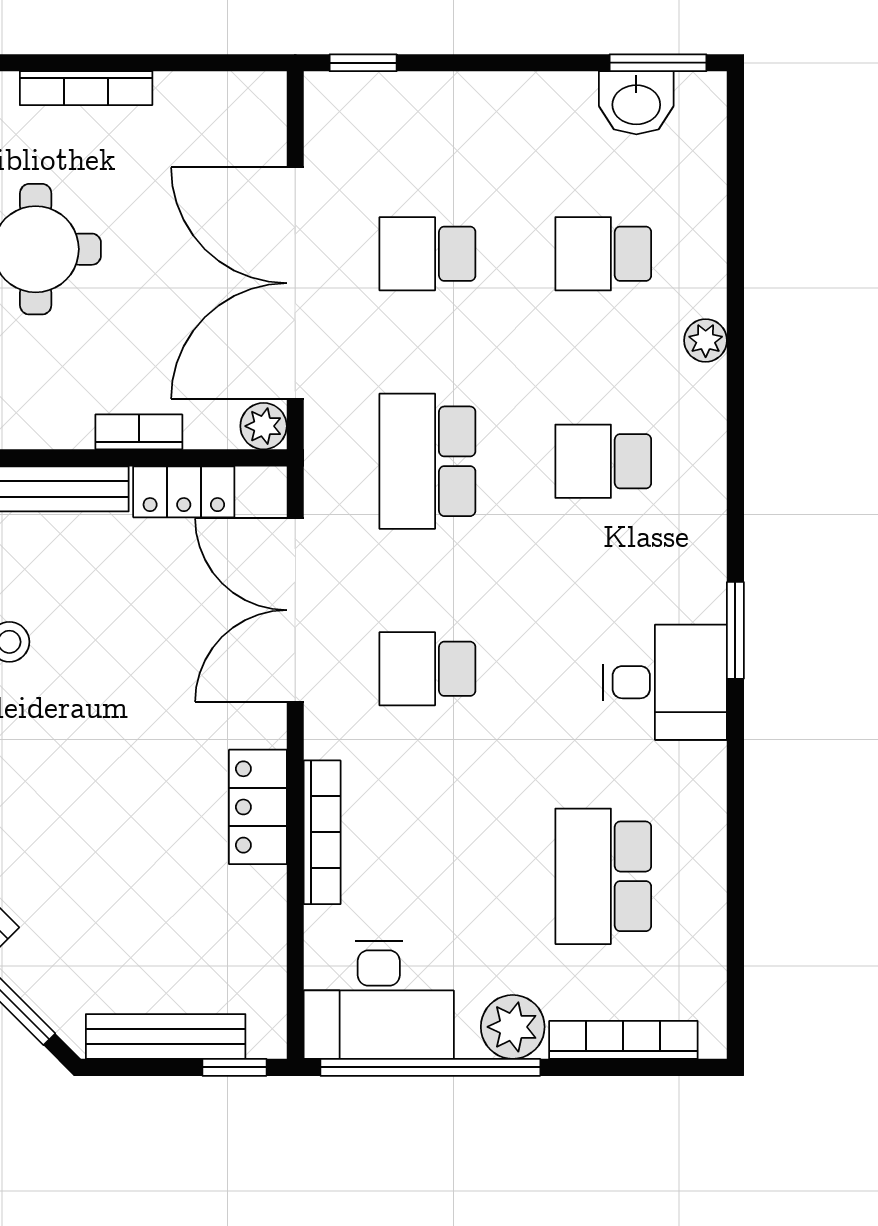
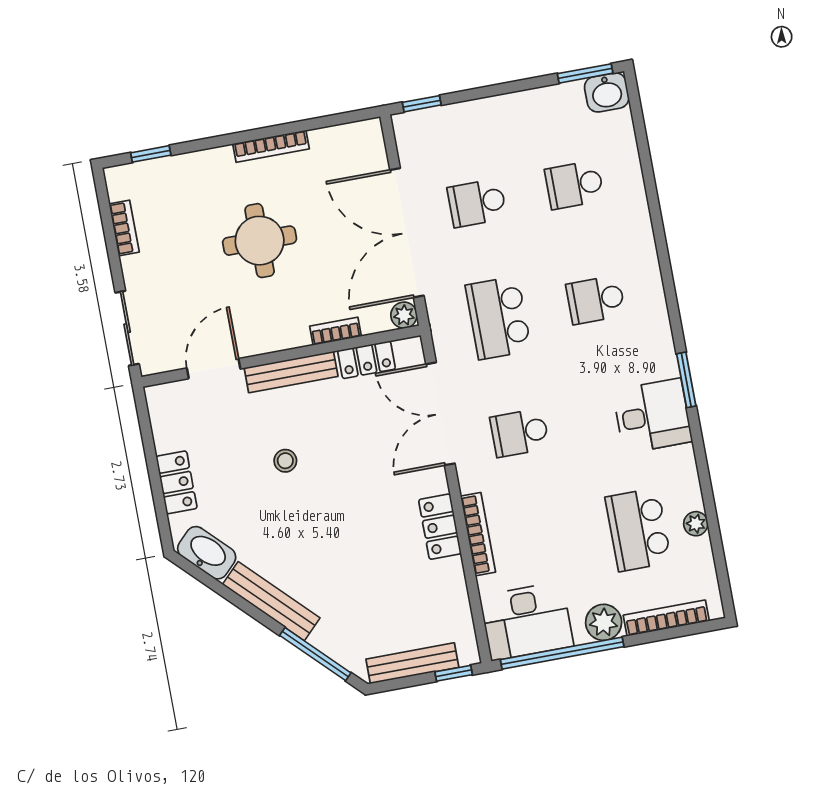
washbasin: (636, 103) -> (607, 92), moved
plant: (706, 340) -> (696, 524), moved

